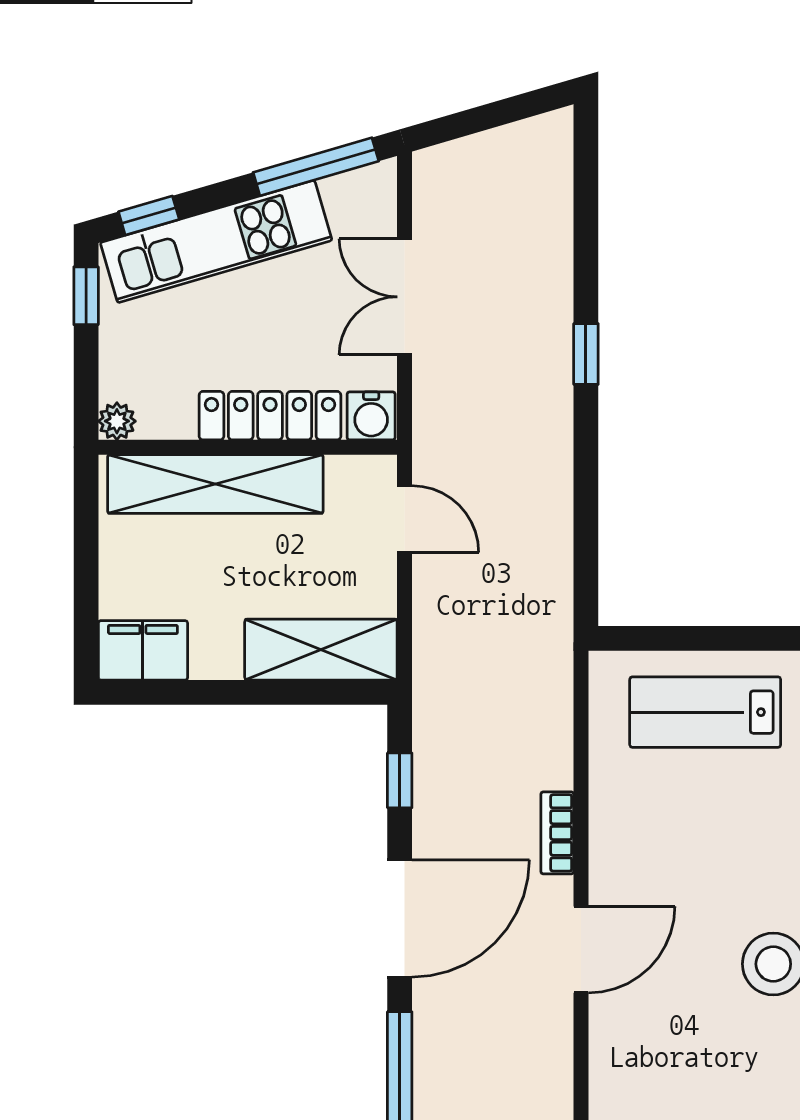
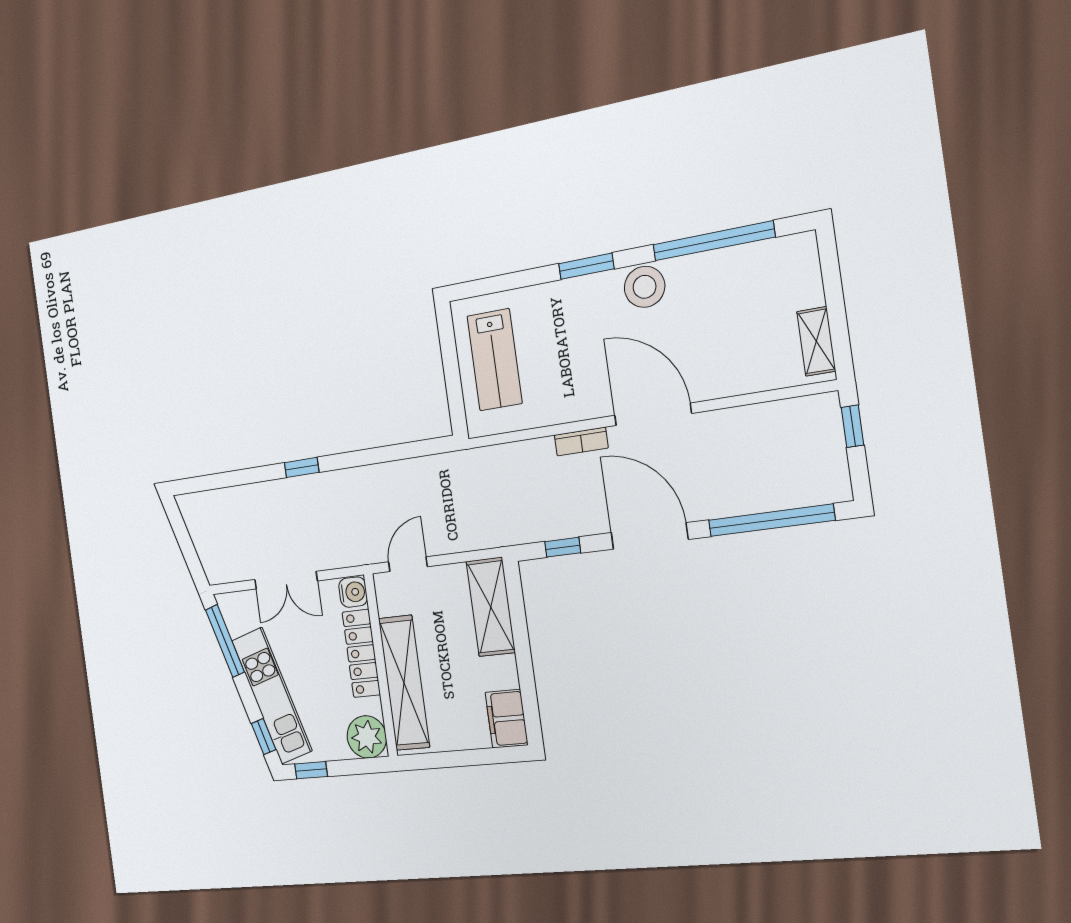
plant: (117, 421) -> (367, 737), width x1.88, depth x1.88
door: (581, 950) -> (653, 414), width x1.36

